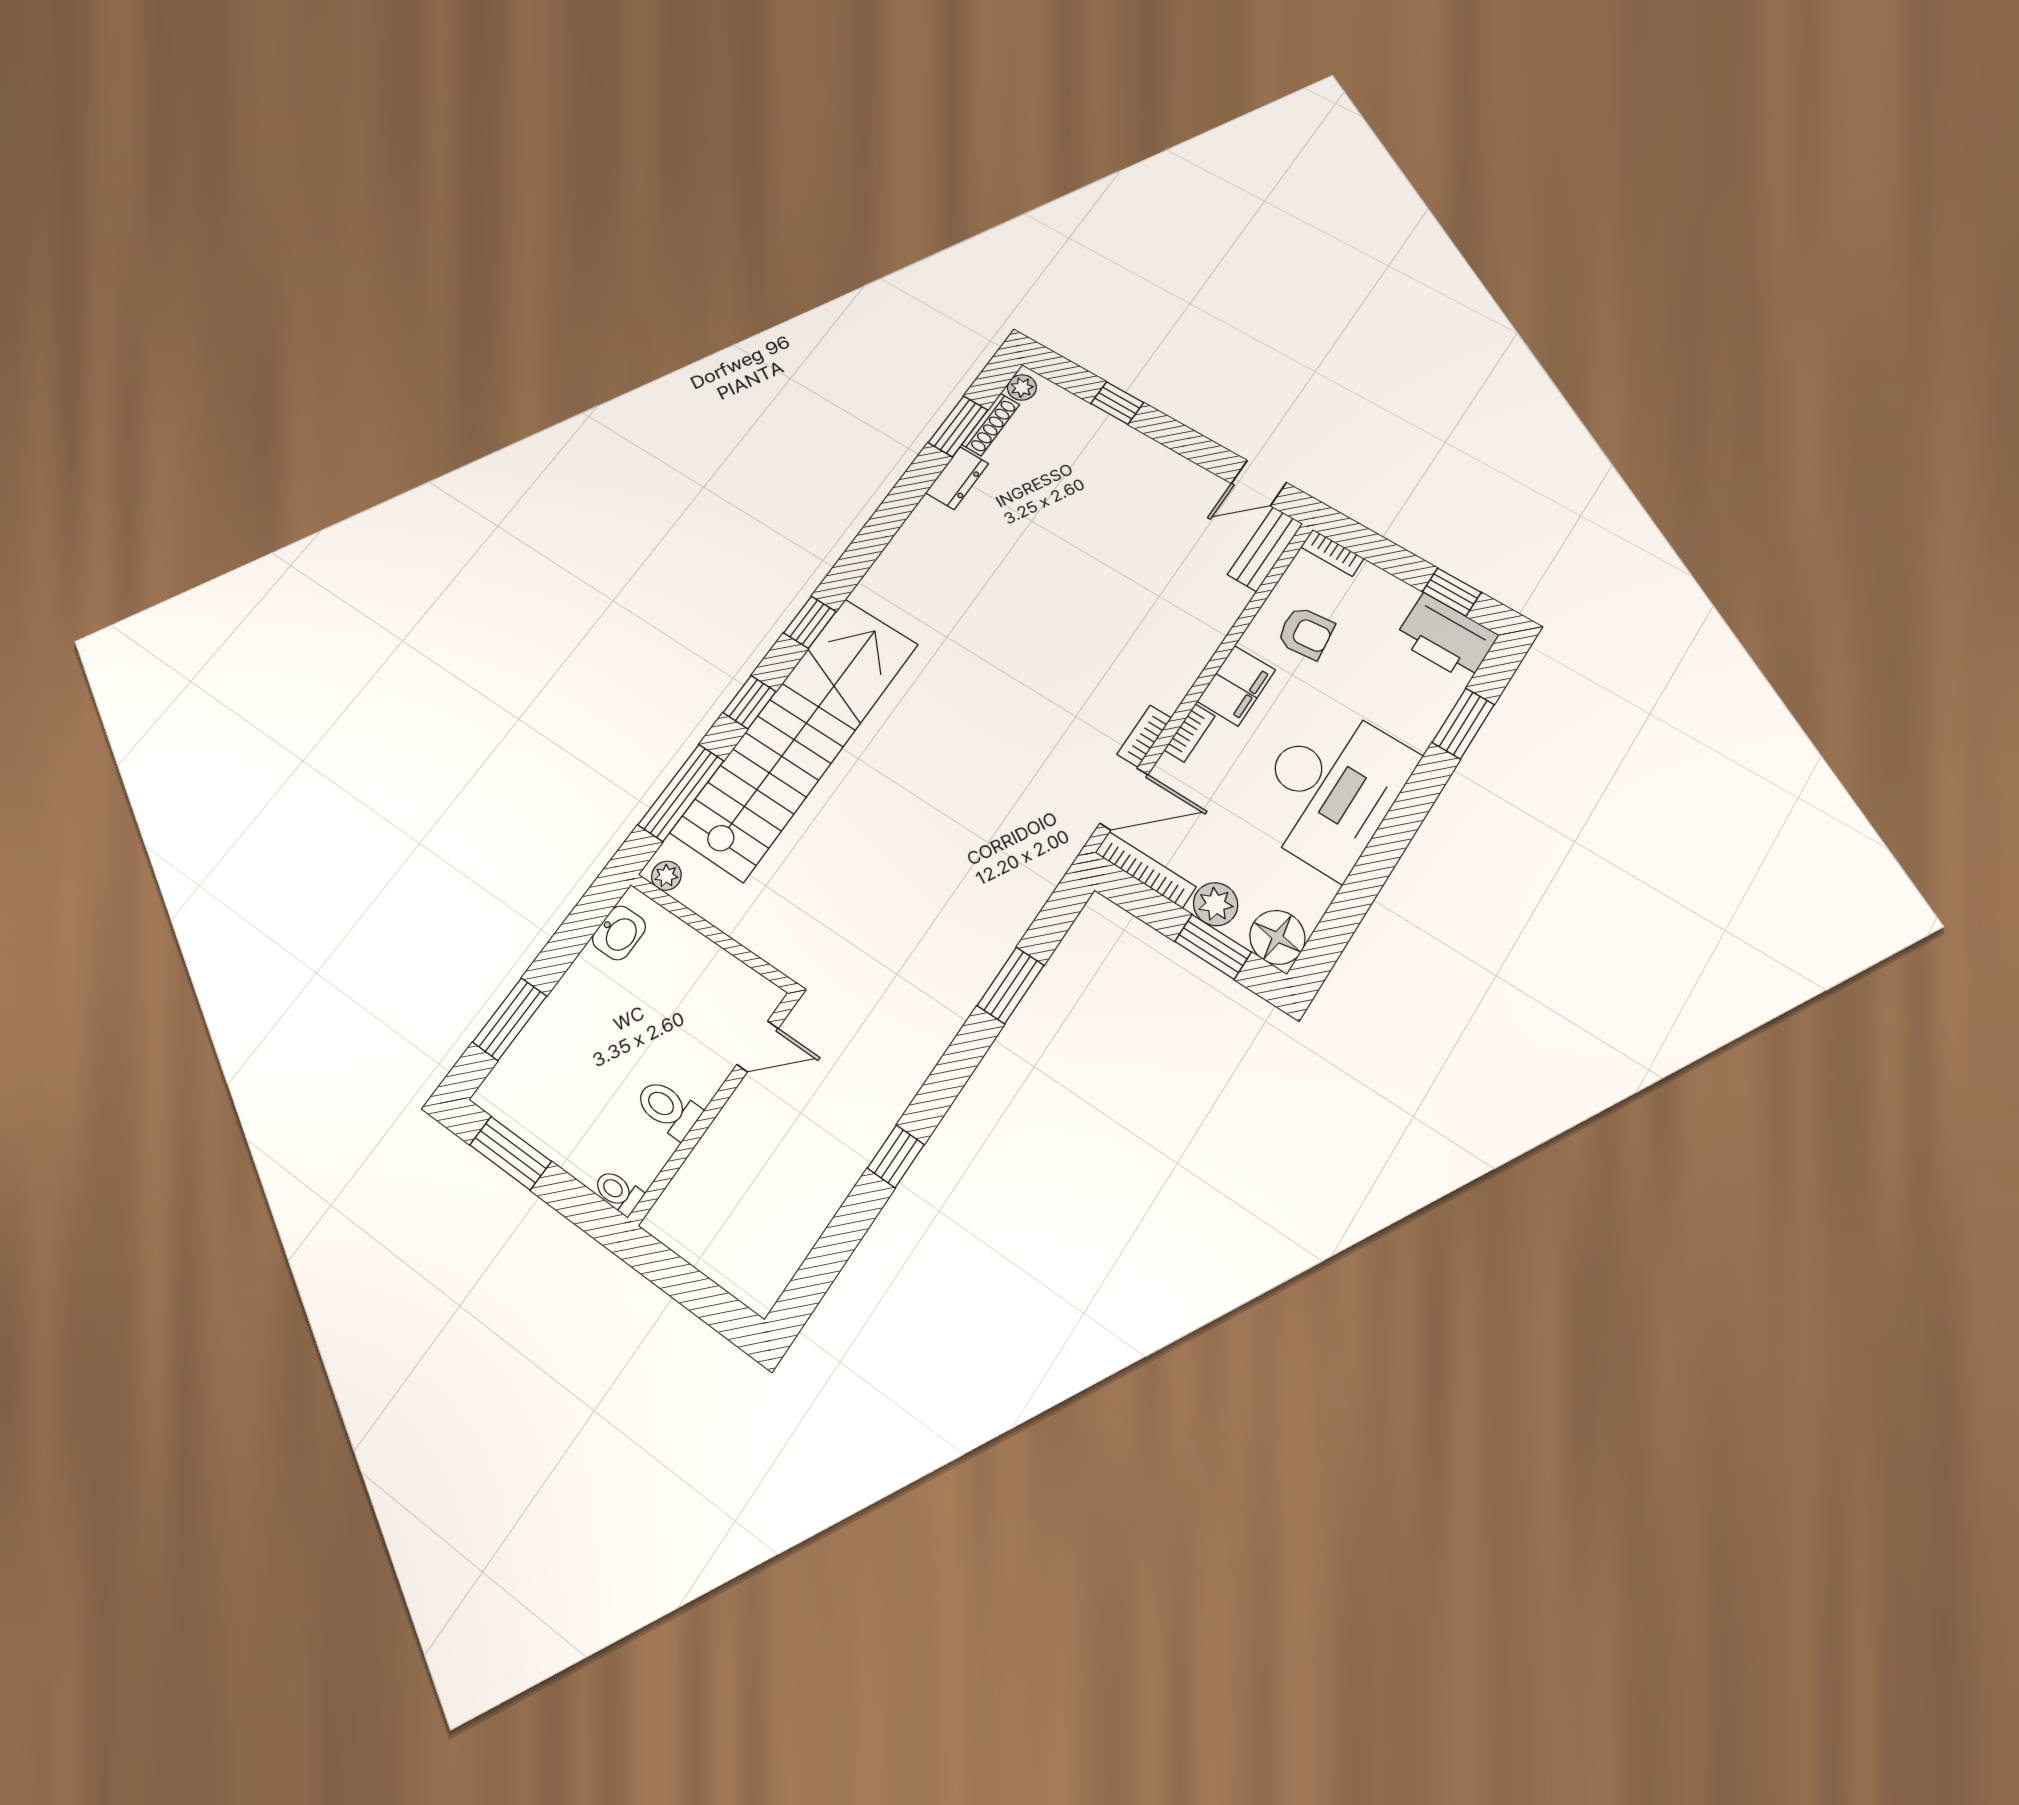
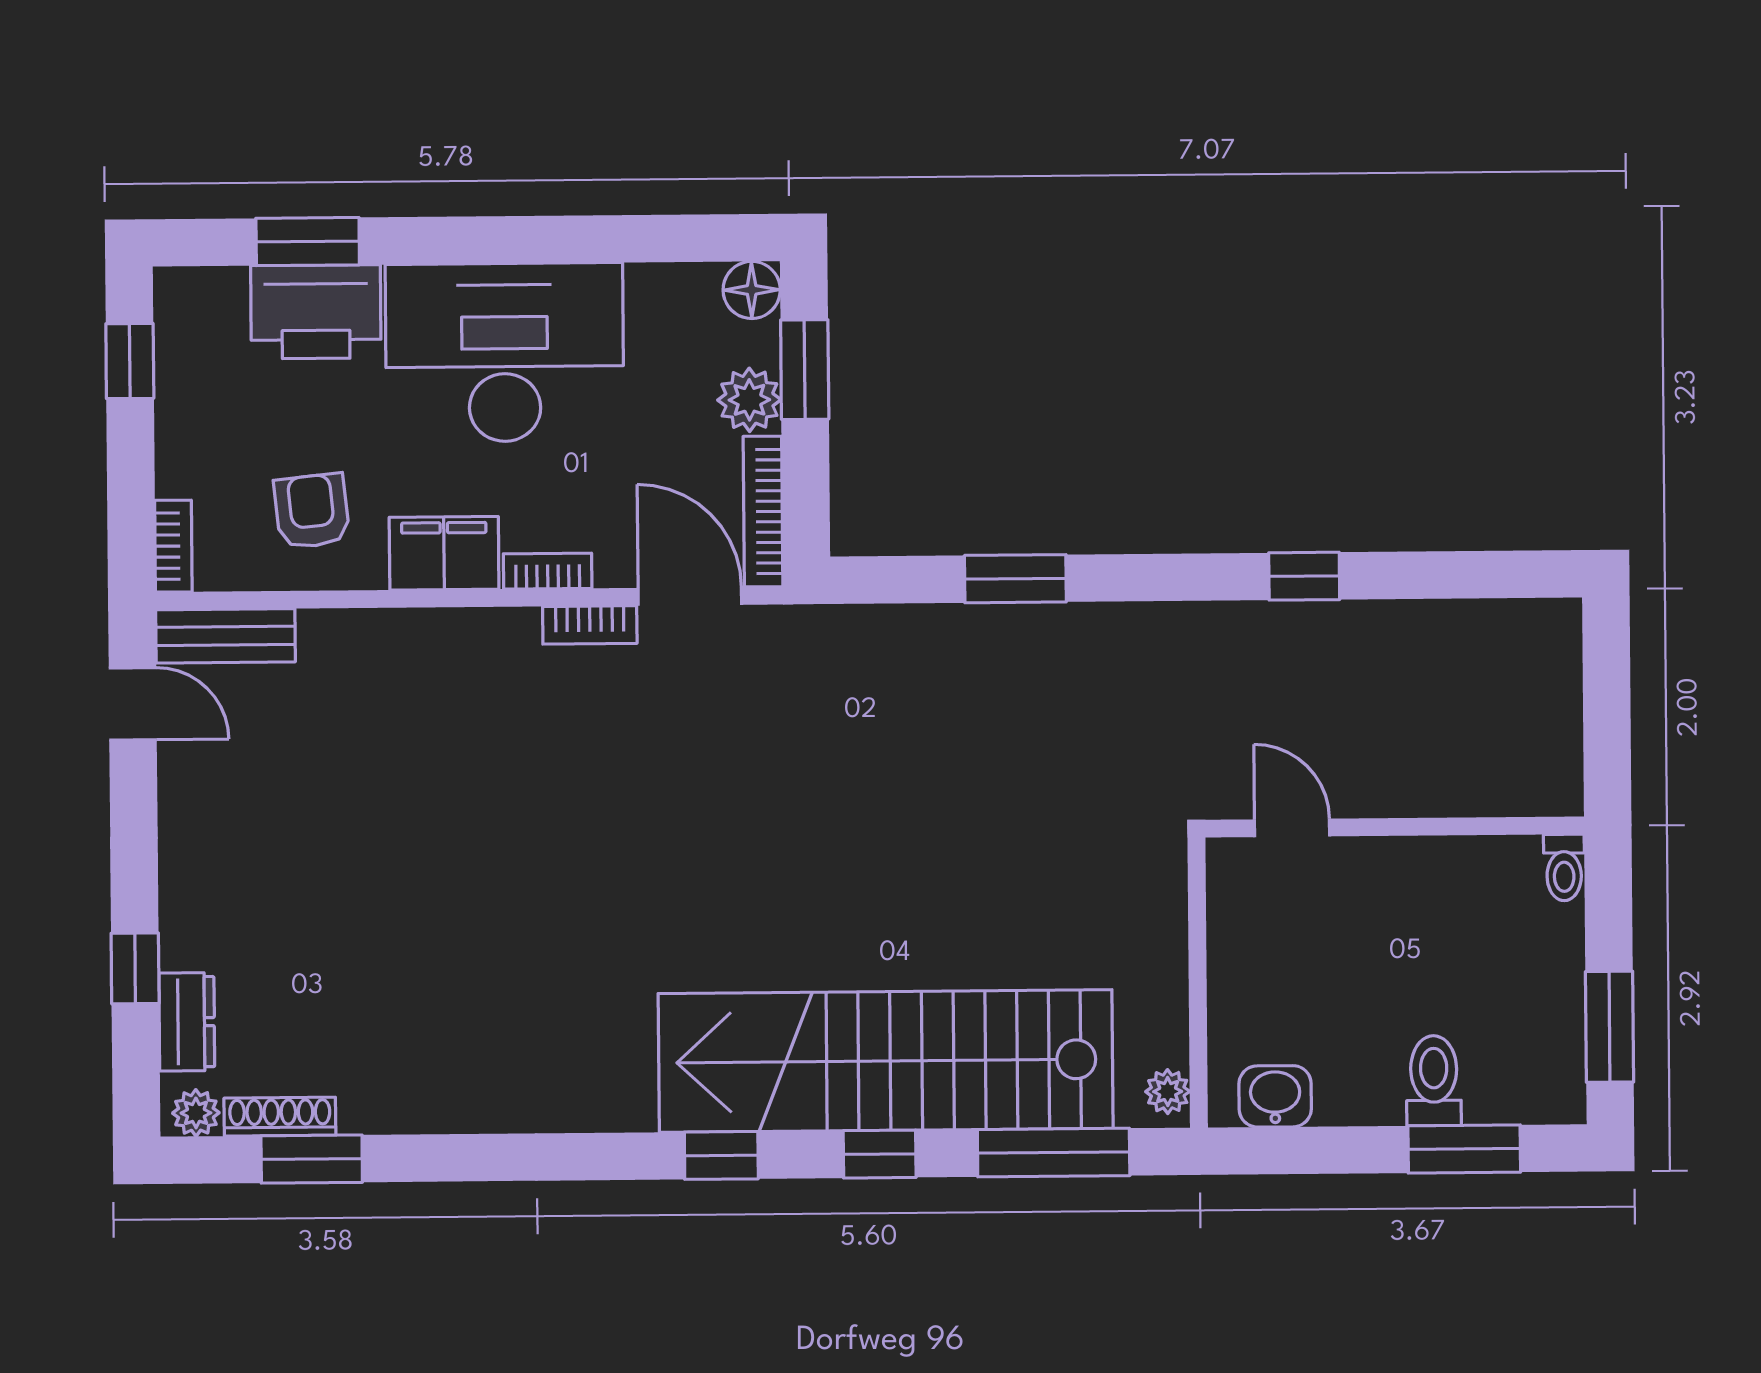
dresser: (957, 478) -> (187, 1022), moved, turned 90
printer: (1446, 637) -> (316, 312), moved, turned 90
floor lamp: (1277, 937) -> (752, 290), width x0.73, depth x0.73
toilet: (668, 1108) -> (1434, 1081), moved, turned 180

